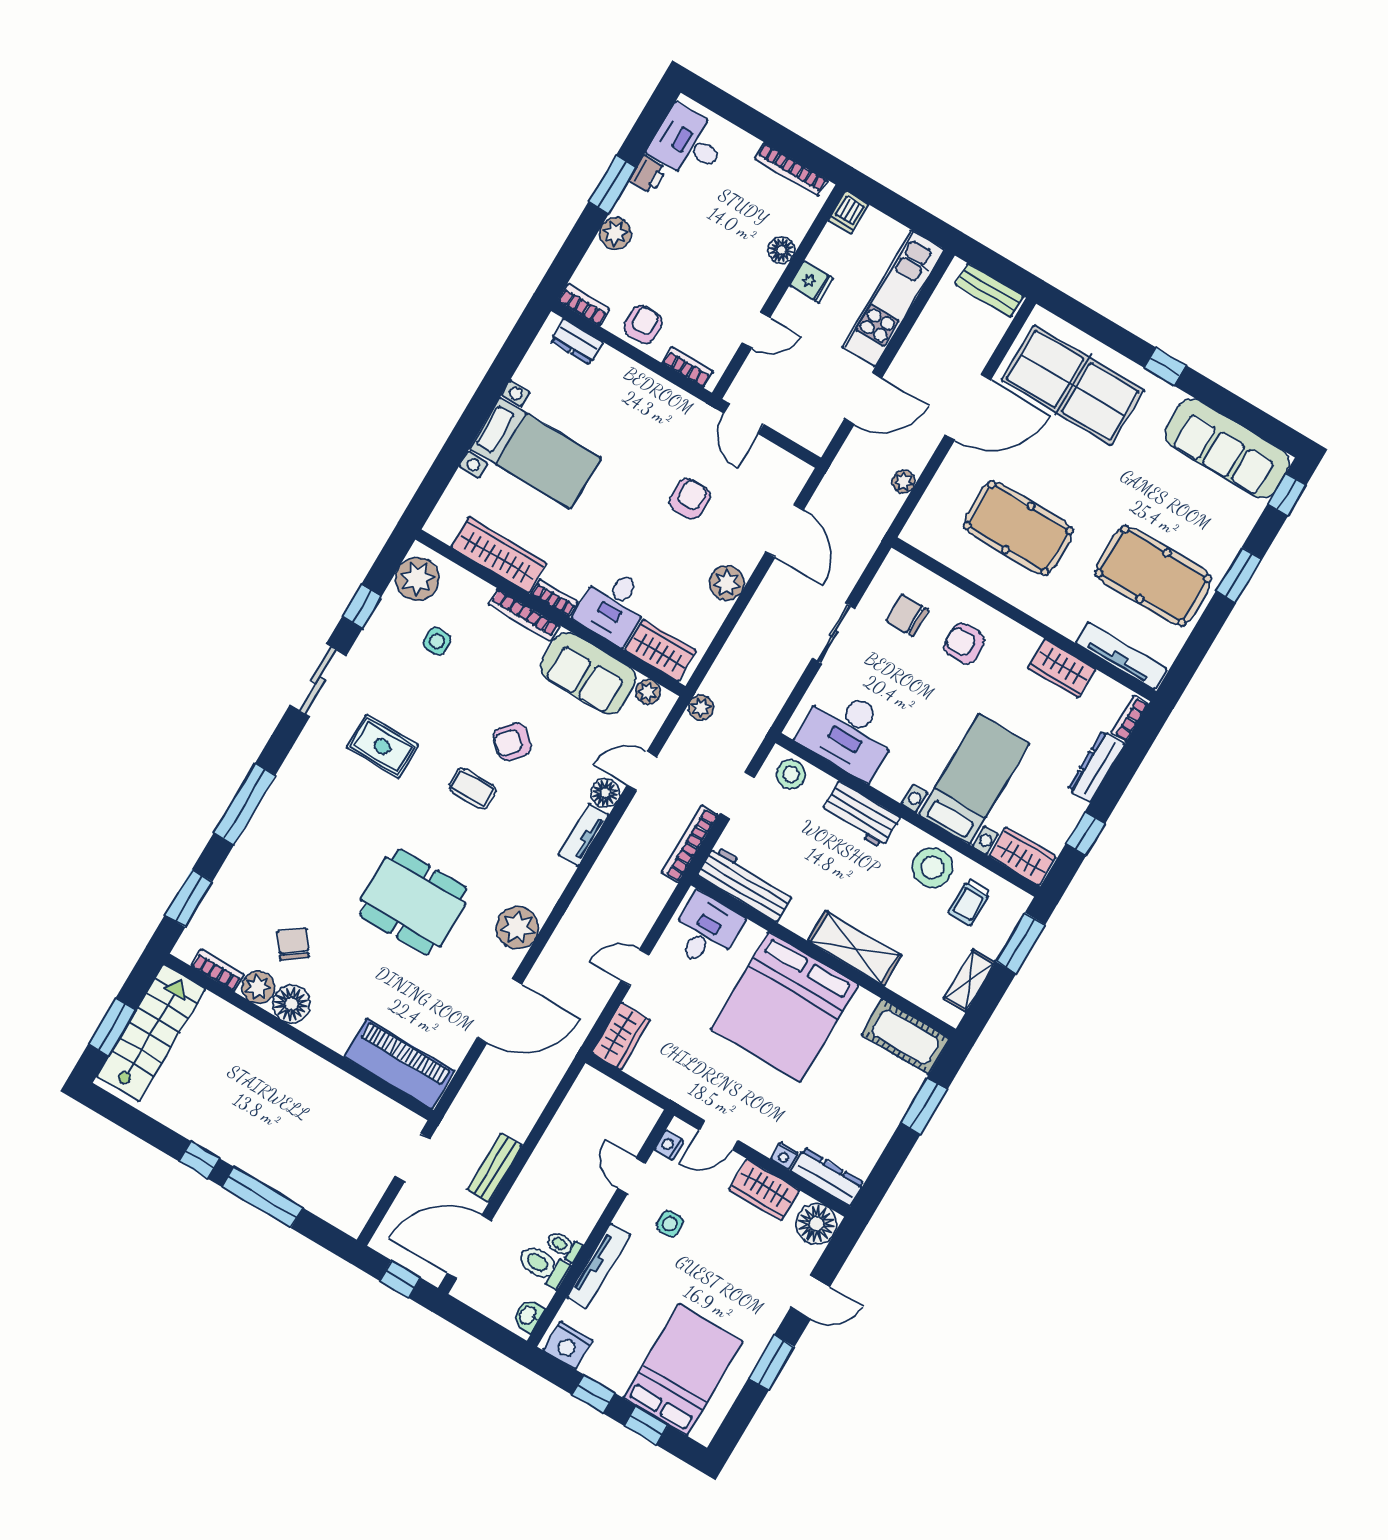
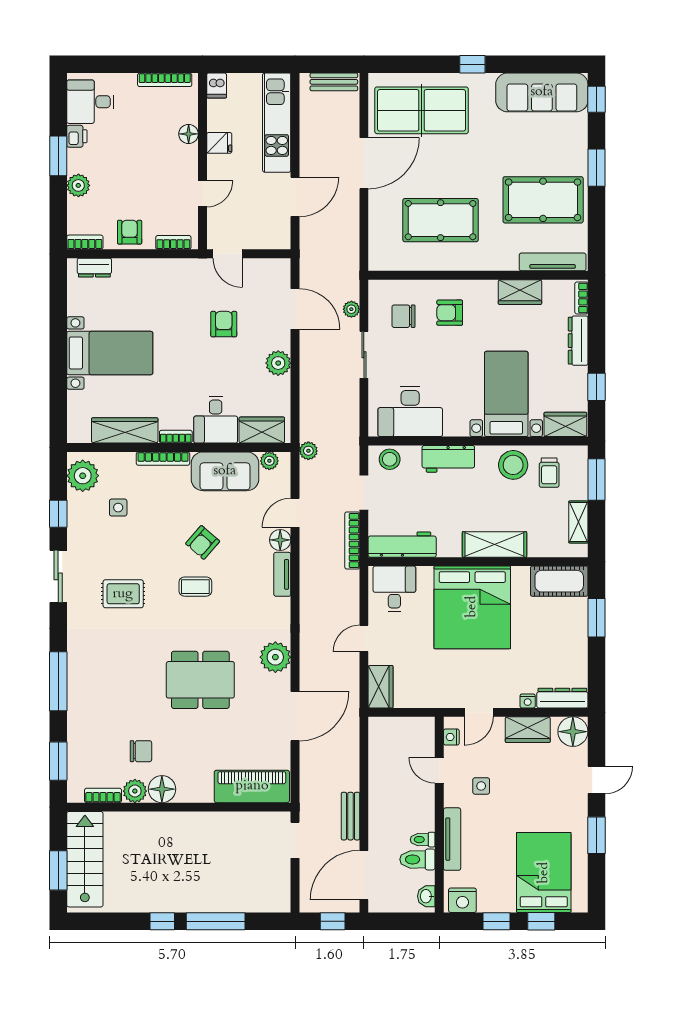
plant: (904, 482) -> (351, 309), moved
chair: (293, 944) -> (141, 751), turned 127

